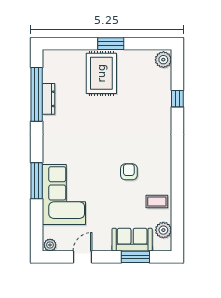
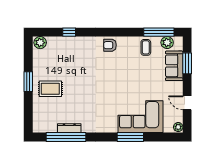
rug: (101, 73) -> (50, 89), width x0.73, depth x0.70
armchair: (129, 172) -> (110, 45), moved
window: (177, 219) -> (159, 32), added

